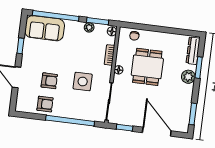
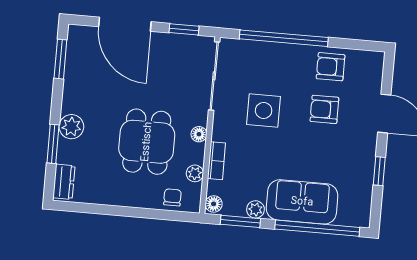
sofa: (45, 28) -> (302, 202), moved
plant: (122, 48) -> (195, 173), added
dresser: (193, 51) -> (64, 182), width x0.70

